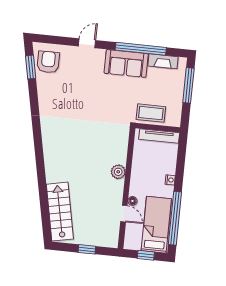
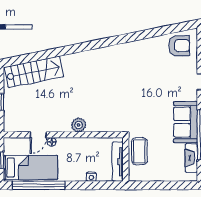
window: (31, 67) -> (172, 29), removed
window: (188, 85) -> (170, 185), removed
nightstand: (170, 180) -> (91, 177), moved

